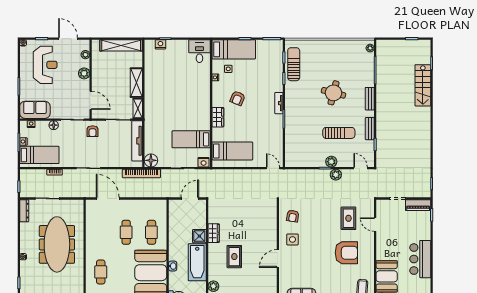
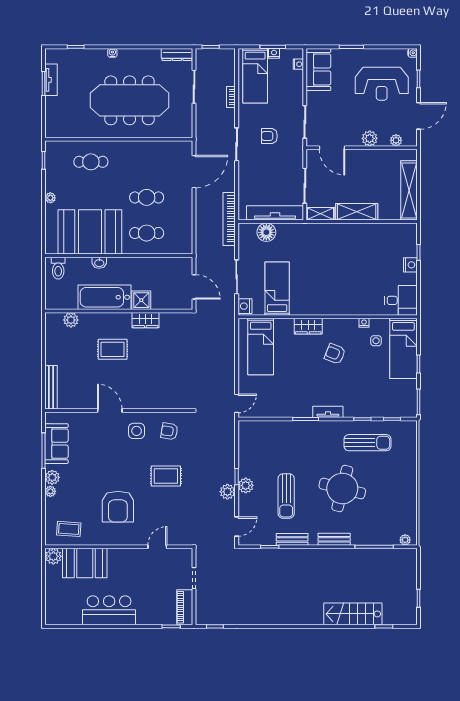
nightstand: (160, 44) -> (410, 265), moved
sun lounger: (294, 64) -> (368, 443), moved
round table: (333, 93) -> (342, 489), width x1.36, depth x1.36
door: (91, 100) -> (332, 148), hinge flipped
floor lamp: (54, 125) -> (297, 96), removed
armchair: (93, 131) -> (269, 136), moved
floor lamp: (151, 160) -> (266, 232), moved
rug: (348, 218) -> (166, 476), moved

